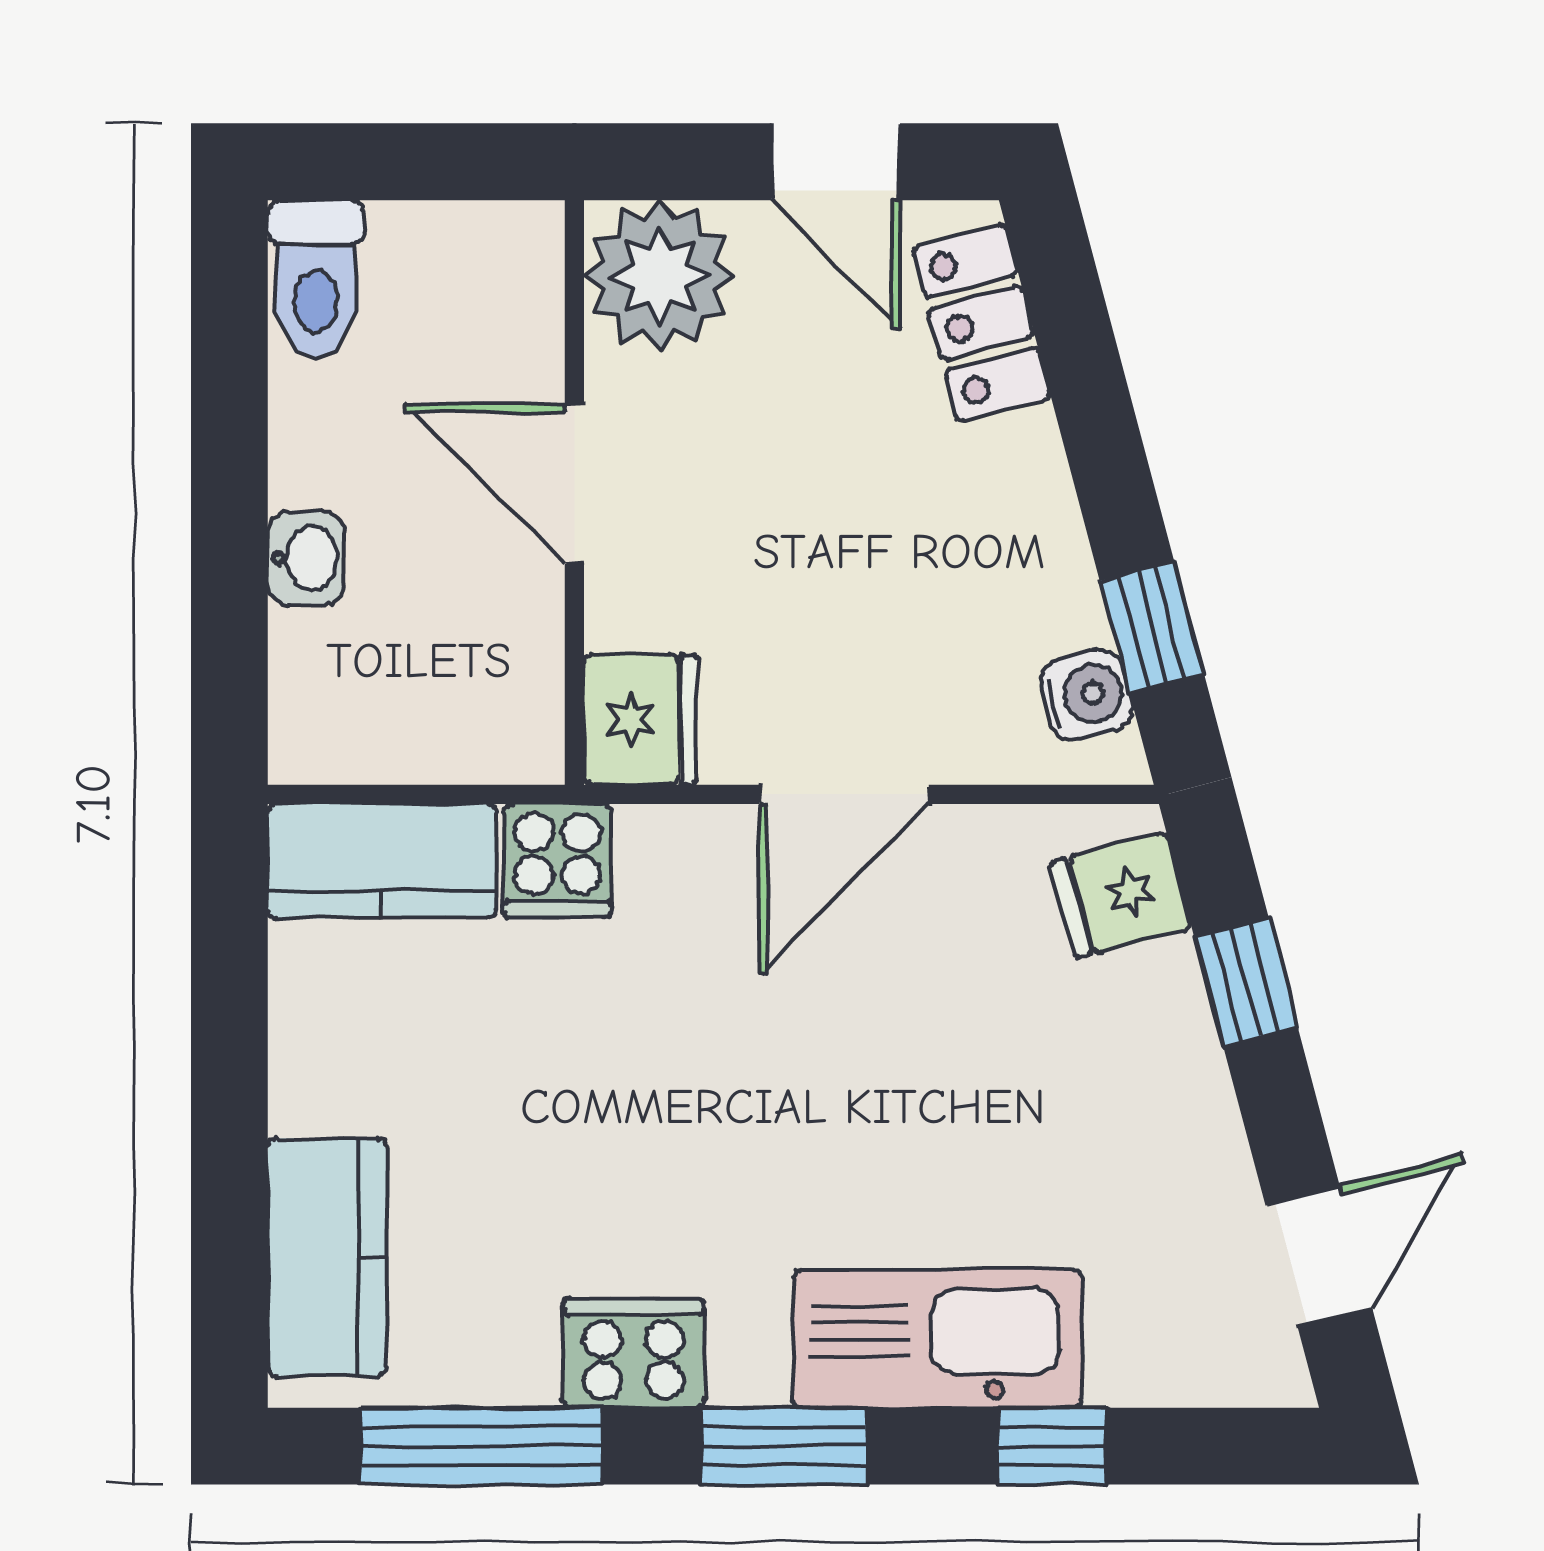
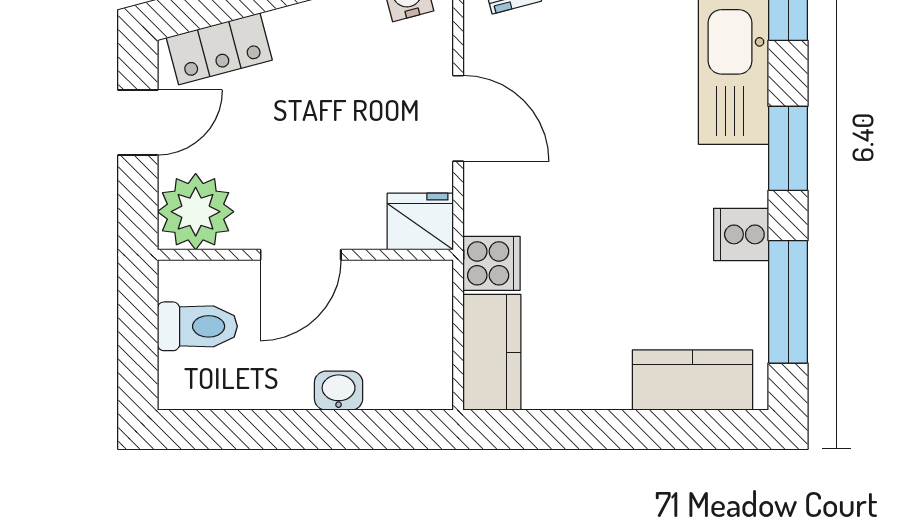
toilet: (316, 279) -> (197, 326), moved
cooker: (634, 1353) -> (741, 234), width x0.73

